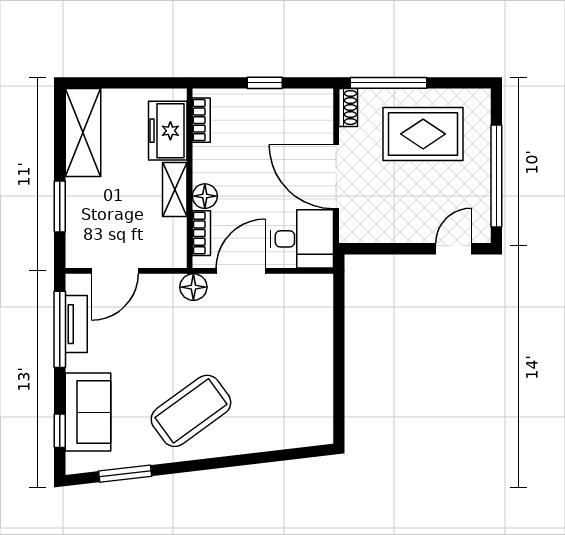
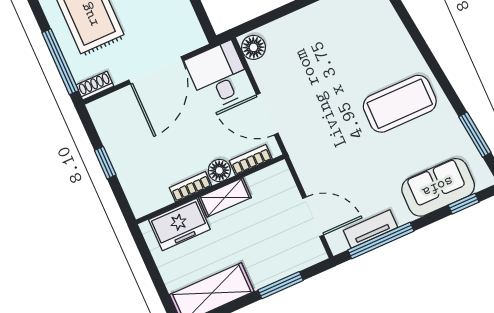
bookcase: (201, 120) -> (191, 187), moved
floor lamp: (193, 287) -> (253, 47), moved
coffee table: (191, 411) -> (400, 104), turned -54

